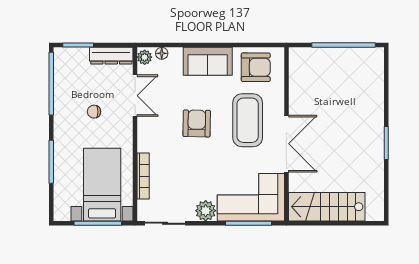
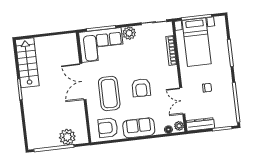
plant: (321, 60) -> (67, 137), added
stairs: (327, 207) -> (27, 63), moved, turned -90

